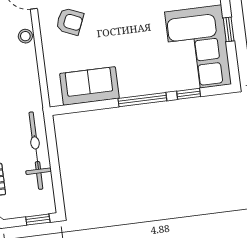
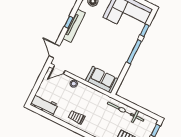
armchair: (70, 21) -> (80, 61), removed
sofa: (89, 86) -> (102, 80), moved, turned 90

